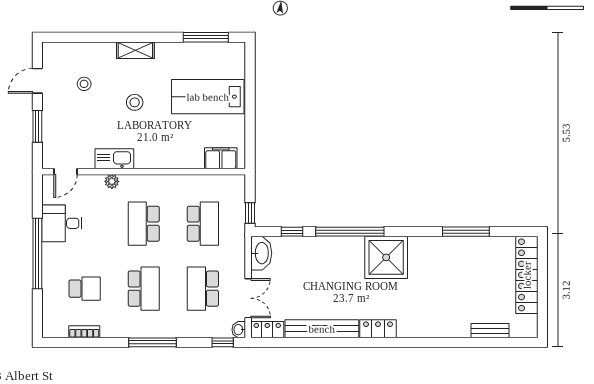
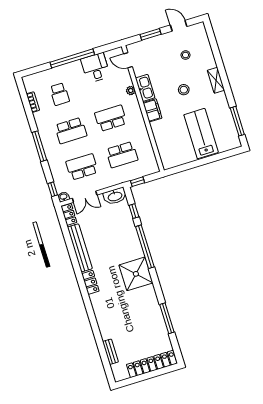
filing cabinet: (221, 158) -> (152, 110), moved

